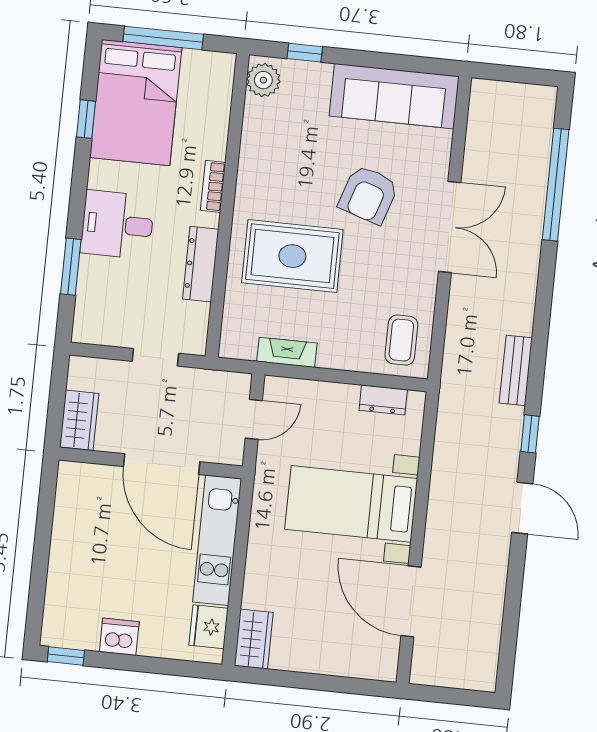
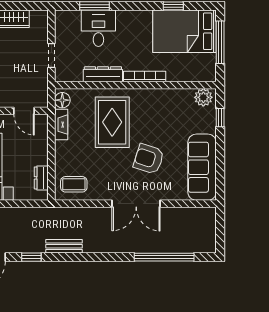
bookcase: (213, 186) -> (145, 77), width x1.56
desk: (117, 225) -> (98, 28), moved
floor lamp: (241, 345) -> (62, 100), added

